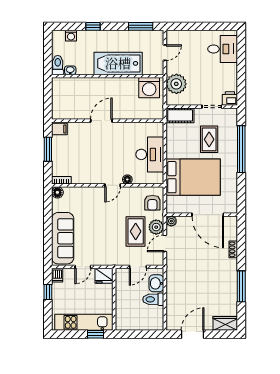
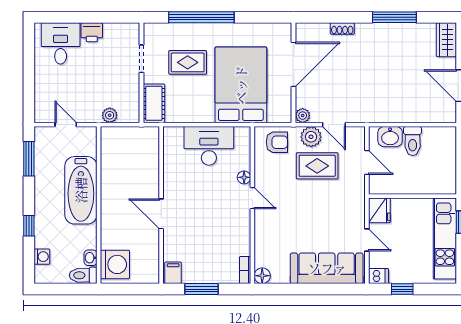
plant: (176, 84) -> (110, 115), width x0.53, depth x0.53
washing machine: (149, 88) -> (115, 264), moved
printer: (230, 98) -> (92, 32), moved, turned -90

